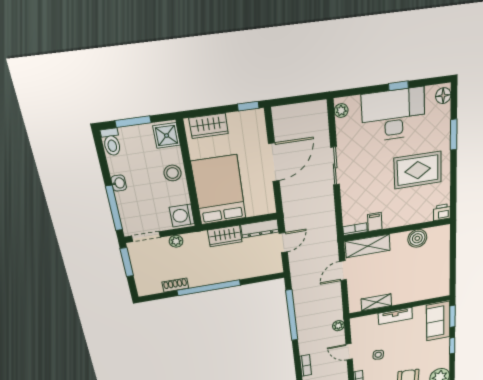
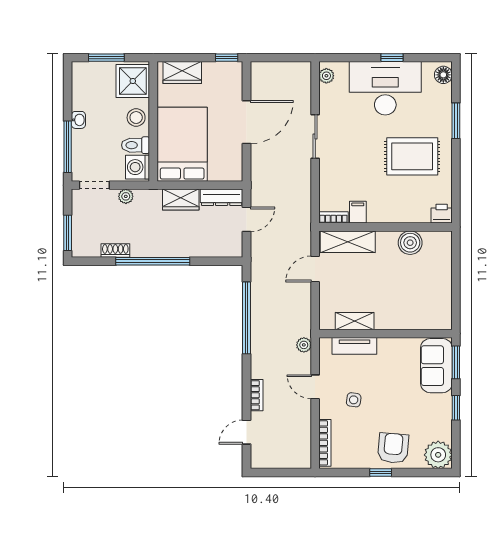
shower: (167, 136) -> (133, 81), width x1.36, depth x1.36
toilet: (111, 142) -> (135, 145), moved, turned 90
window: (127, 262) -> (68, 233), moved
tv unit: (395, 316) -> (354, 346), moved

